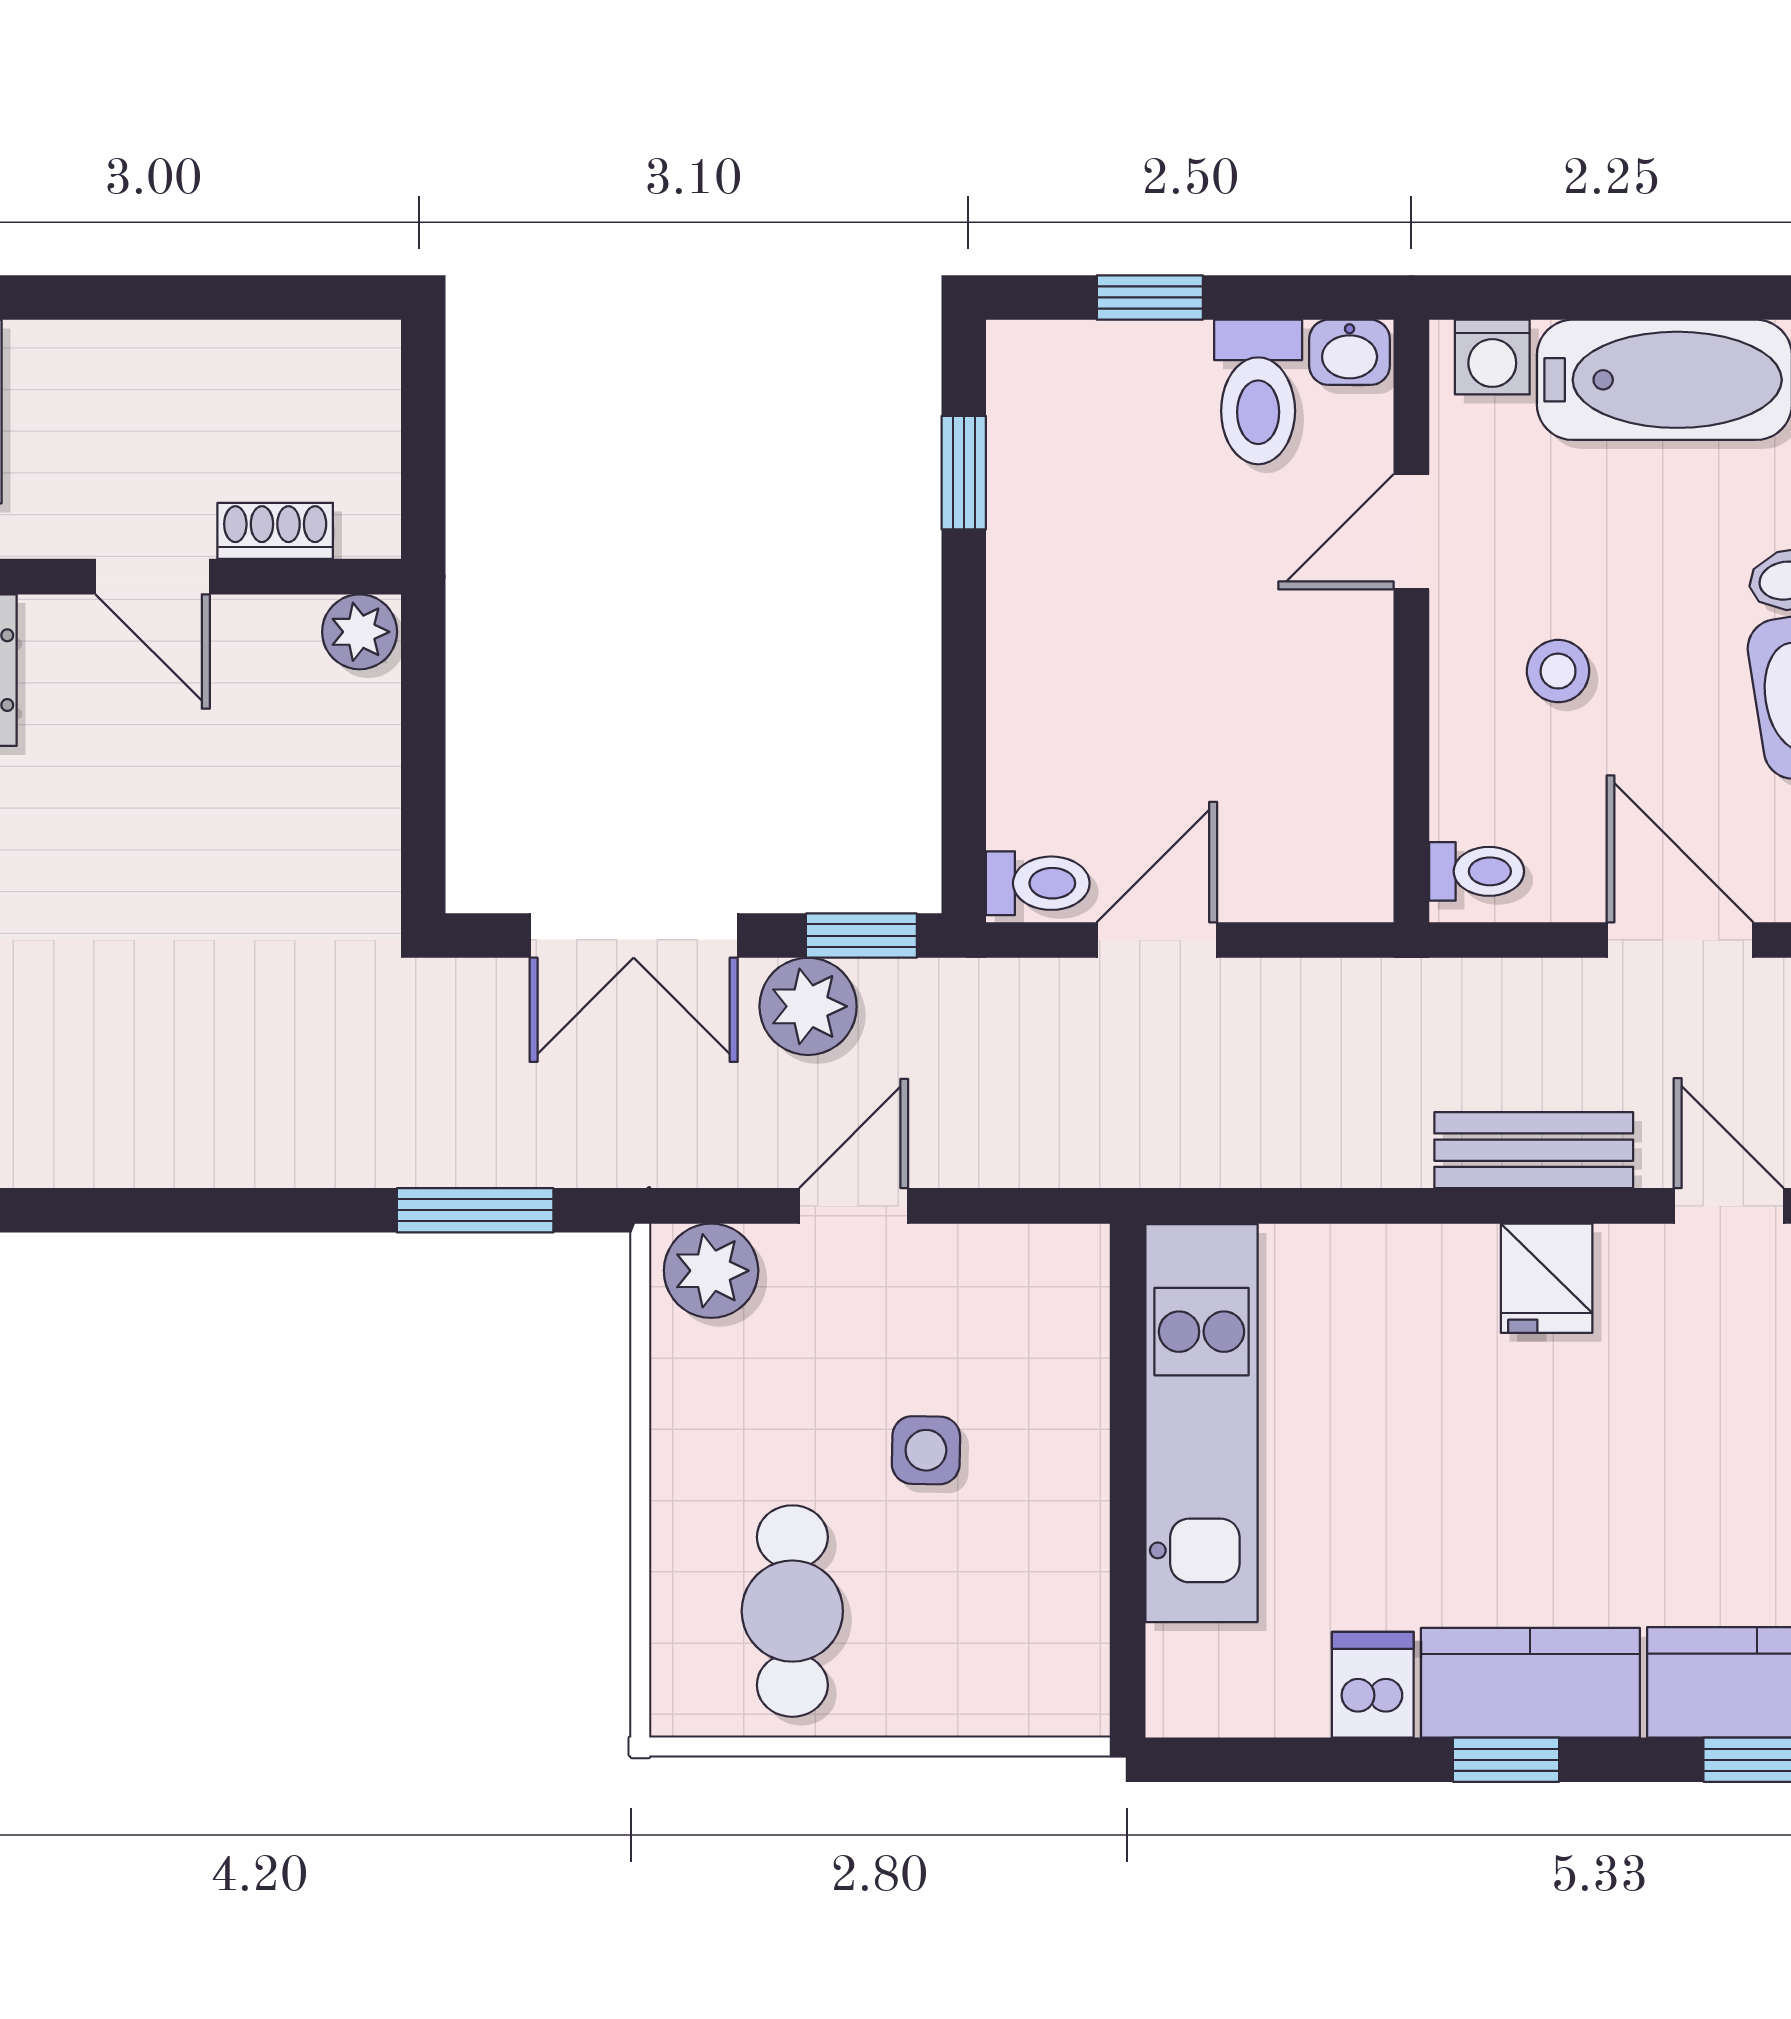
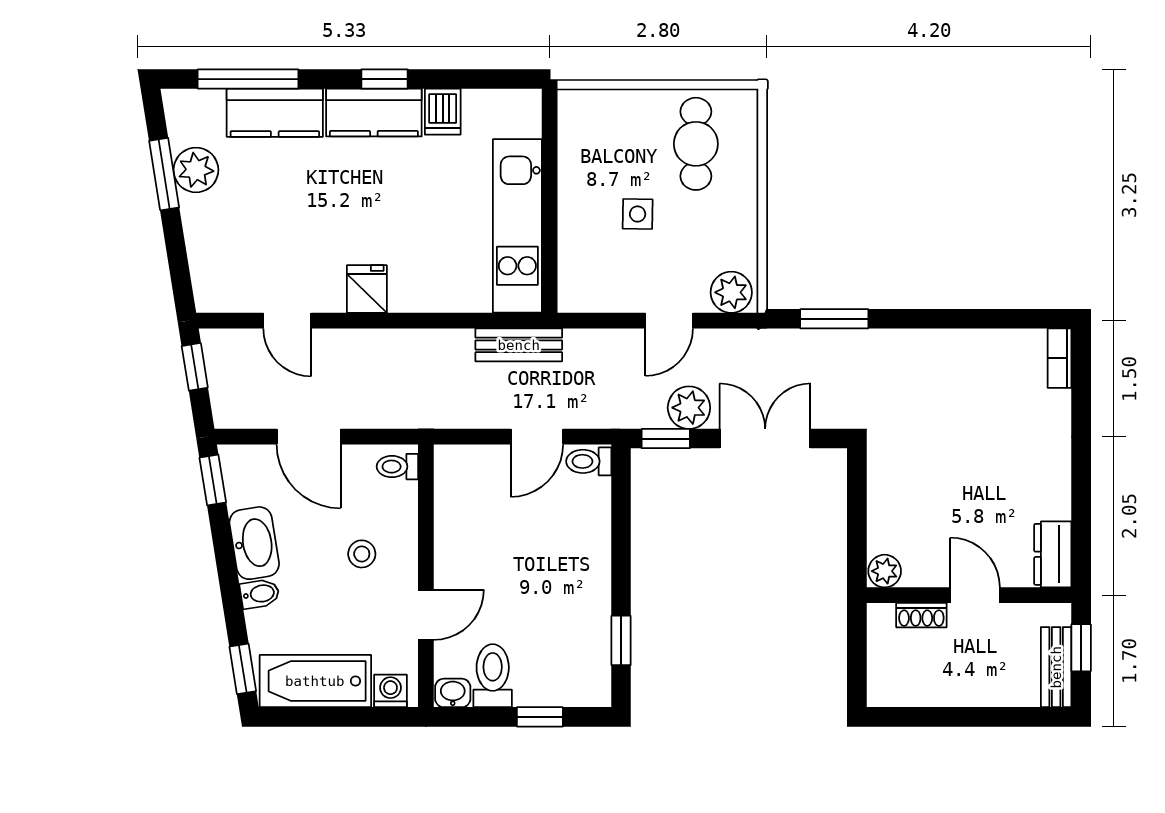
bench: (1534, 1150) -> (519, 345), moved

